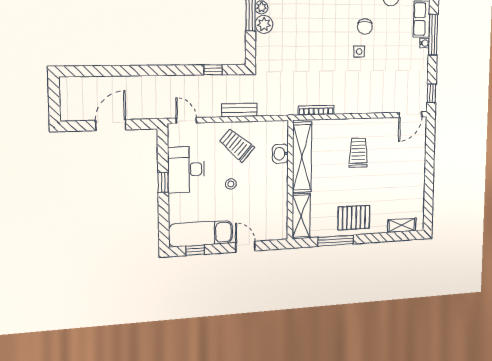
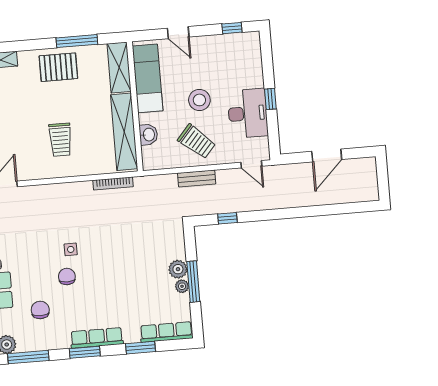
stool: (231, 184) -> (199, 100), width x1.89, depth x1.89
exam couch: (201, 234) -> (148, 78), moved, turned -90

